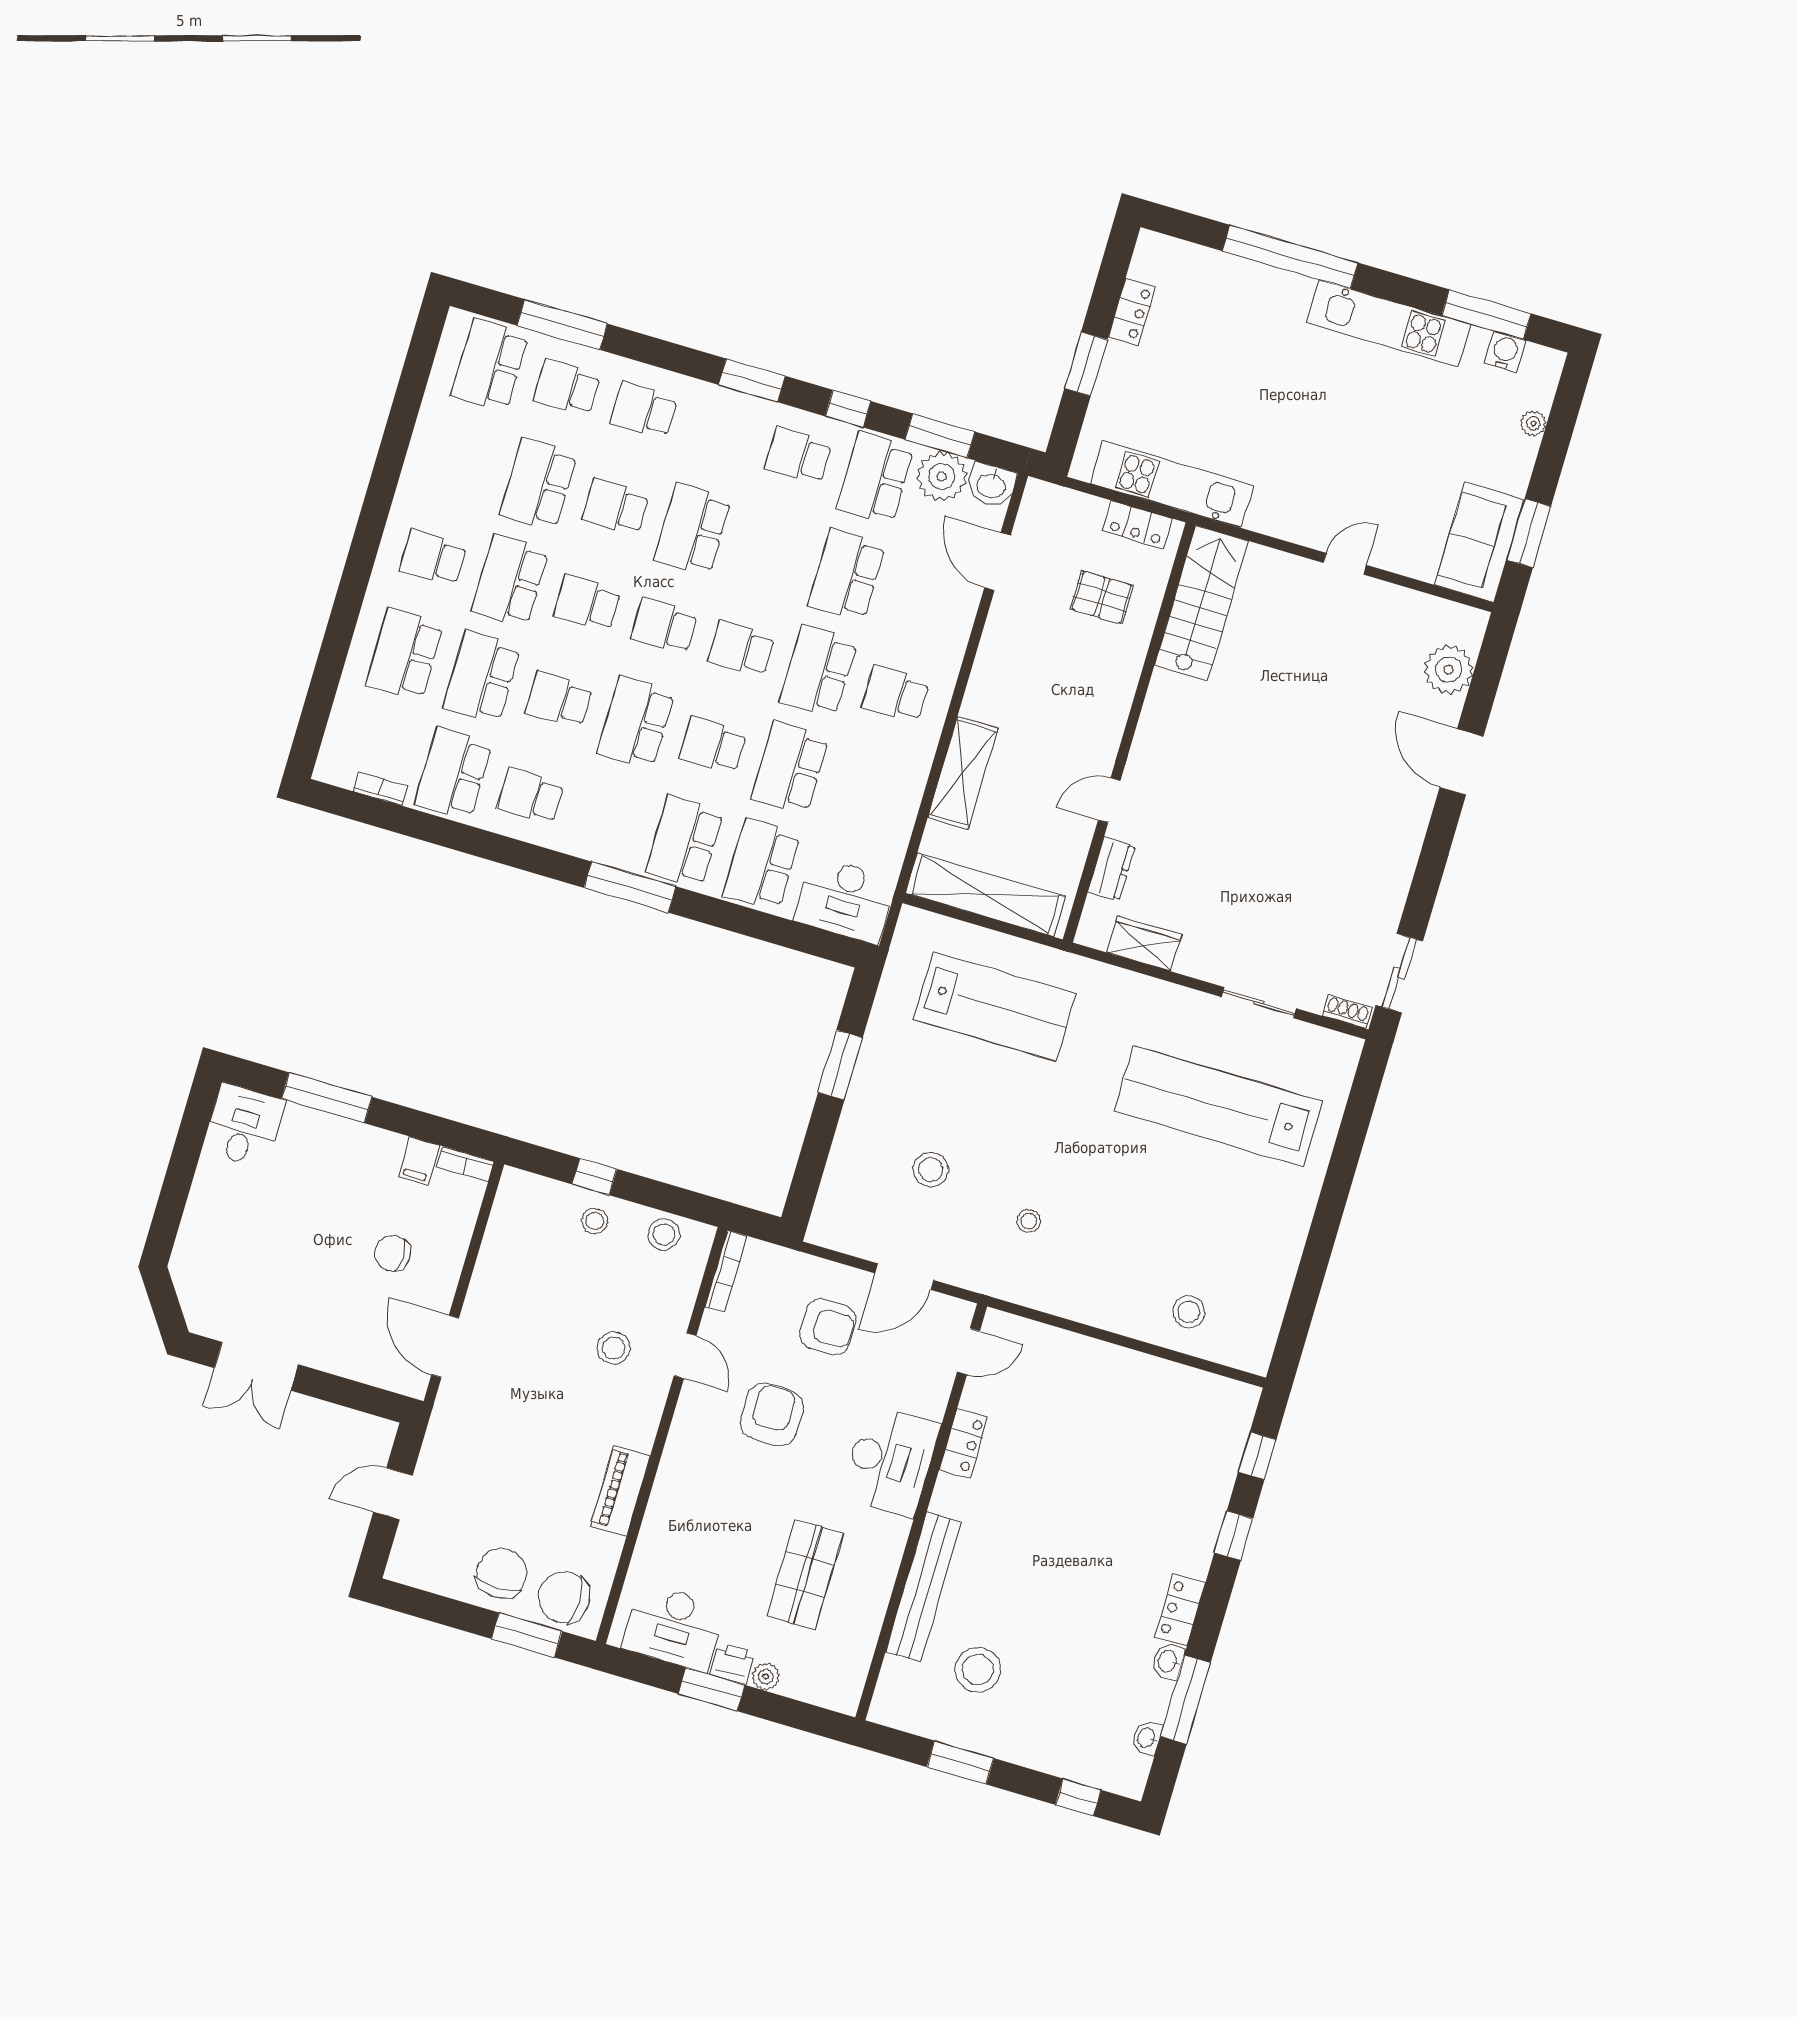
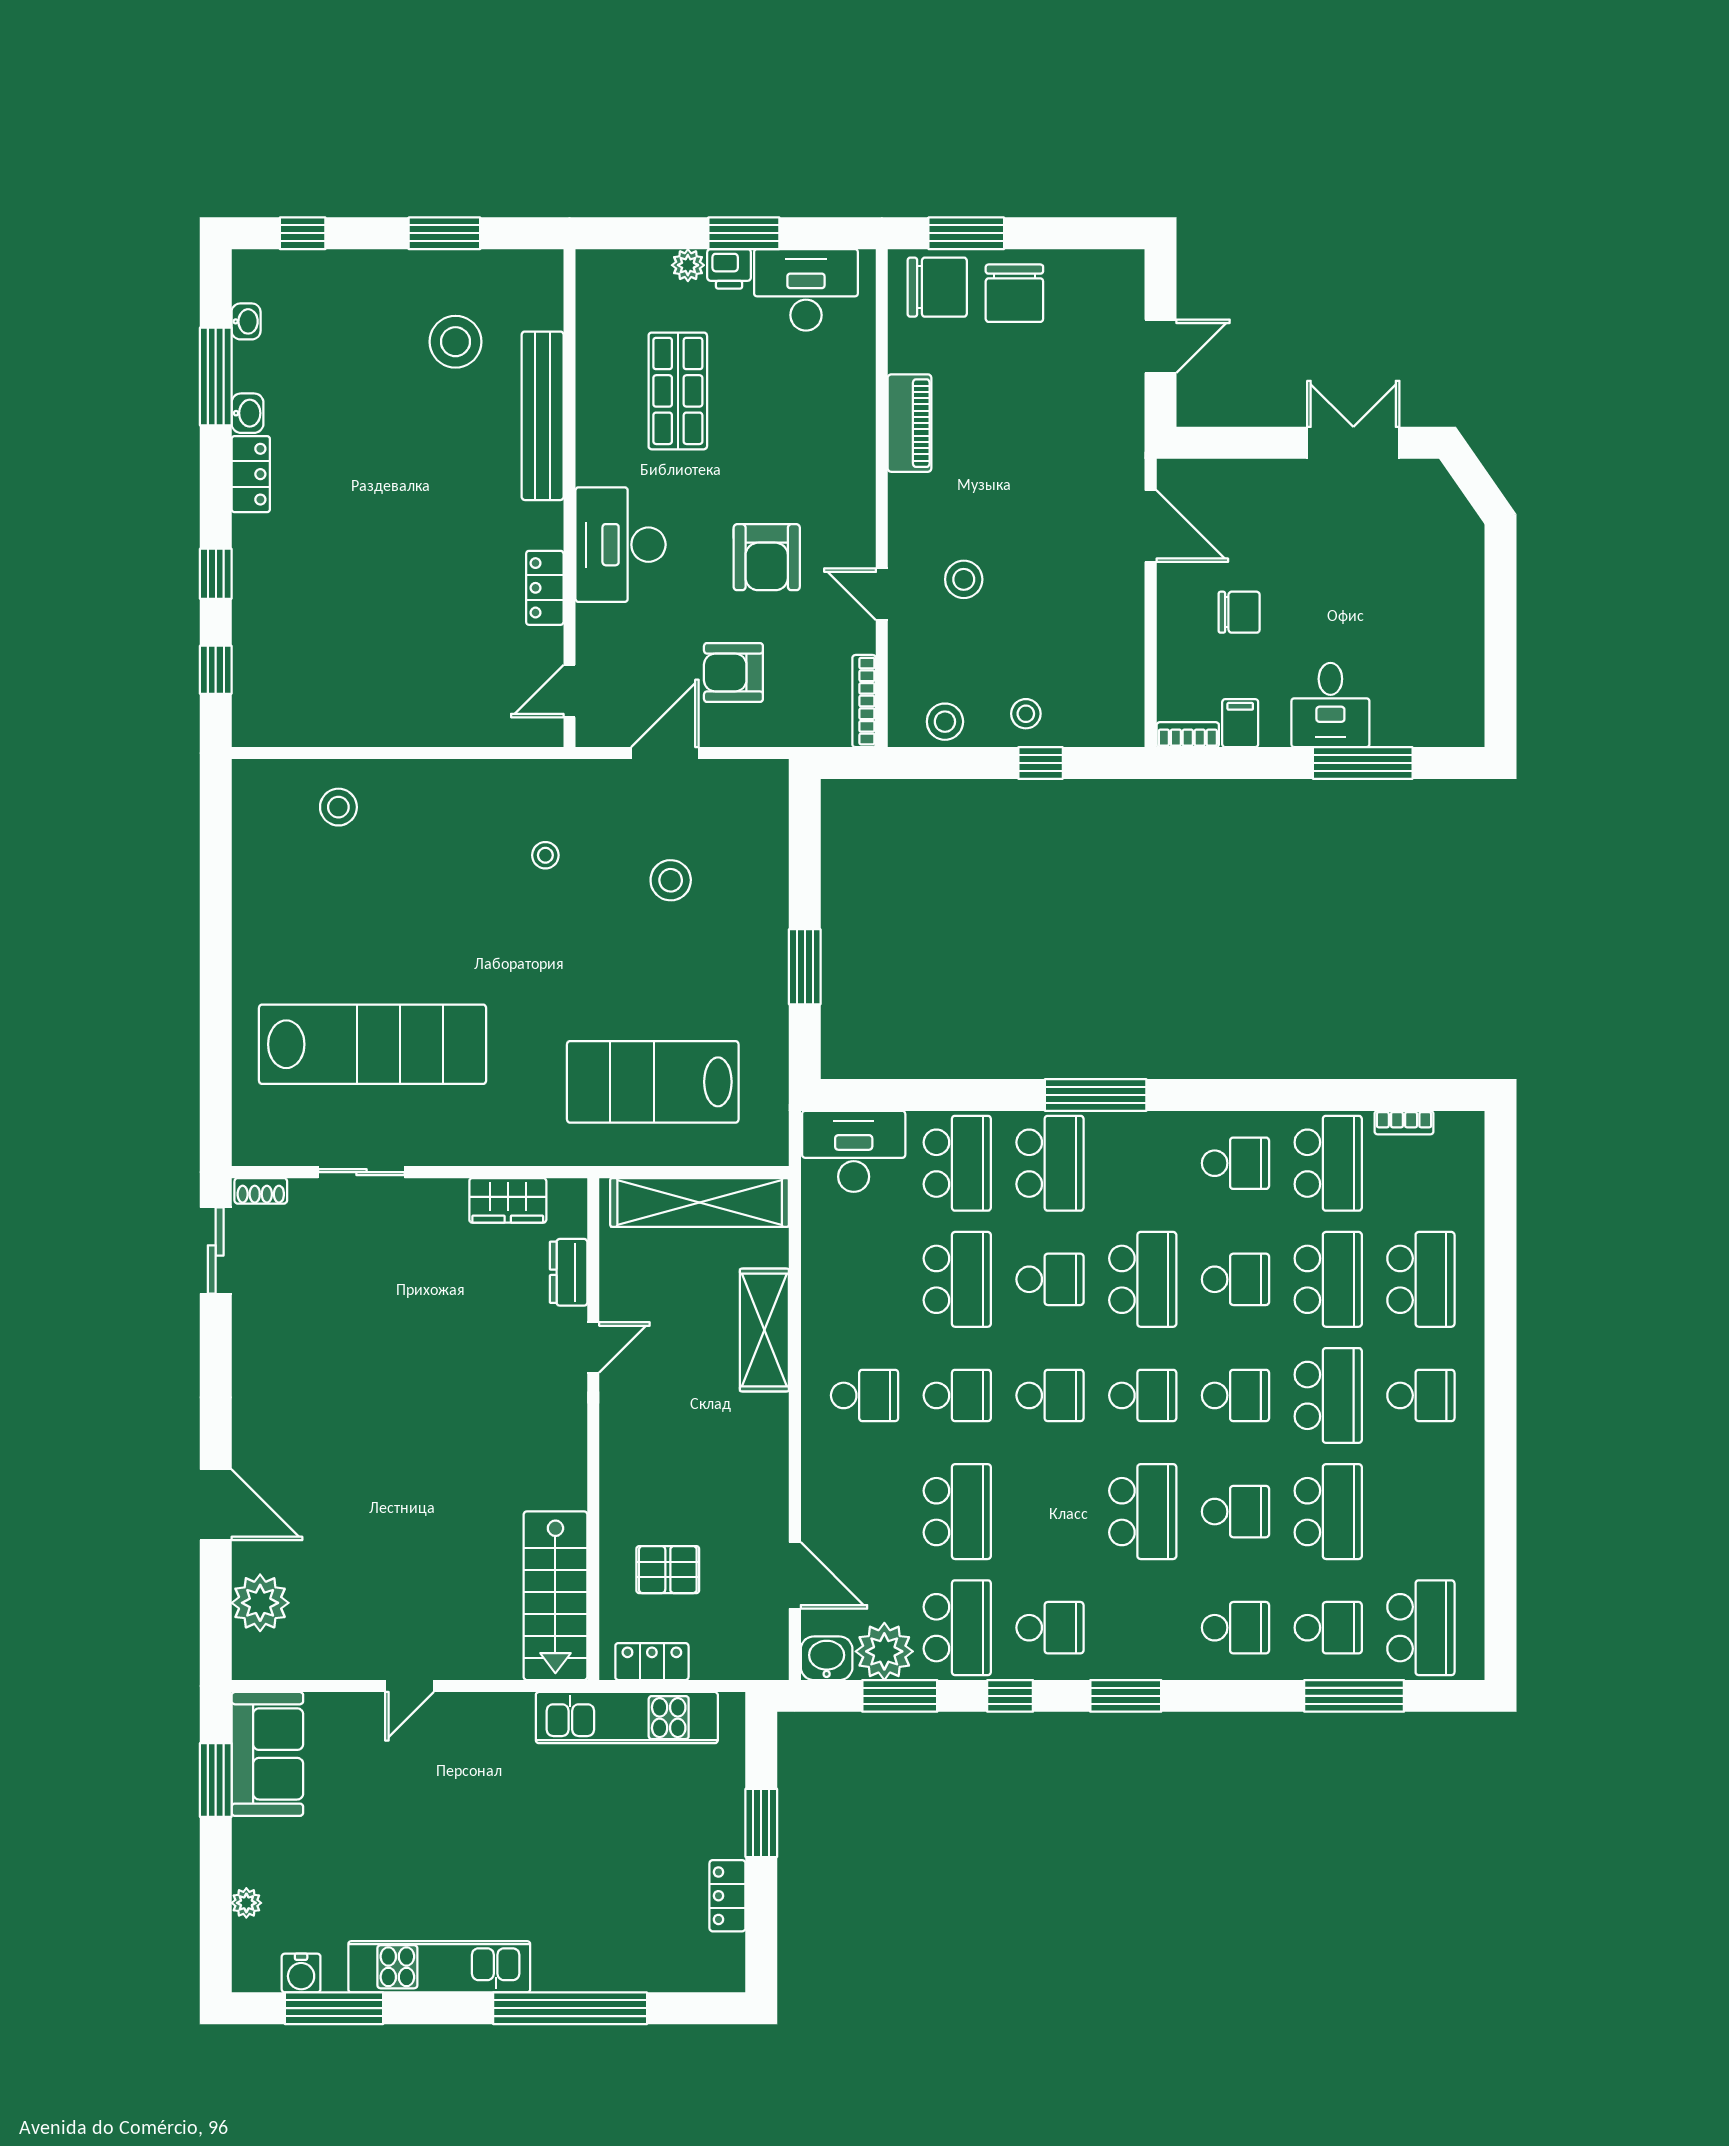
school desk: (818, 671) -> (957, 1395), width x0.54
desk: (244, 1126) -> (1330, 705), moved

